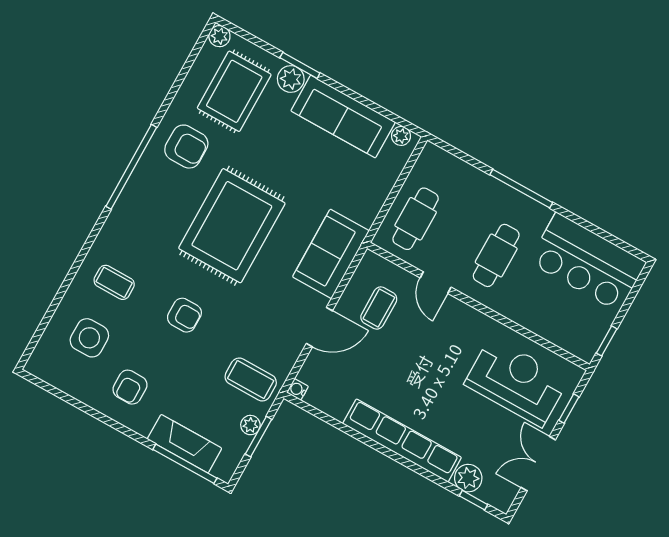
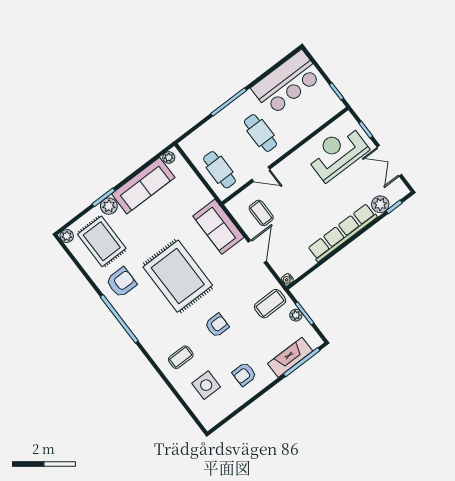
armchair: (130, 387) -> (244, 374), turned 90

